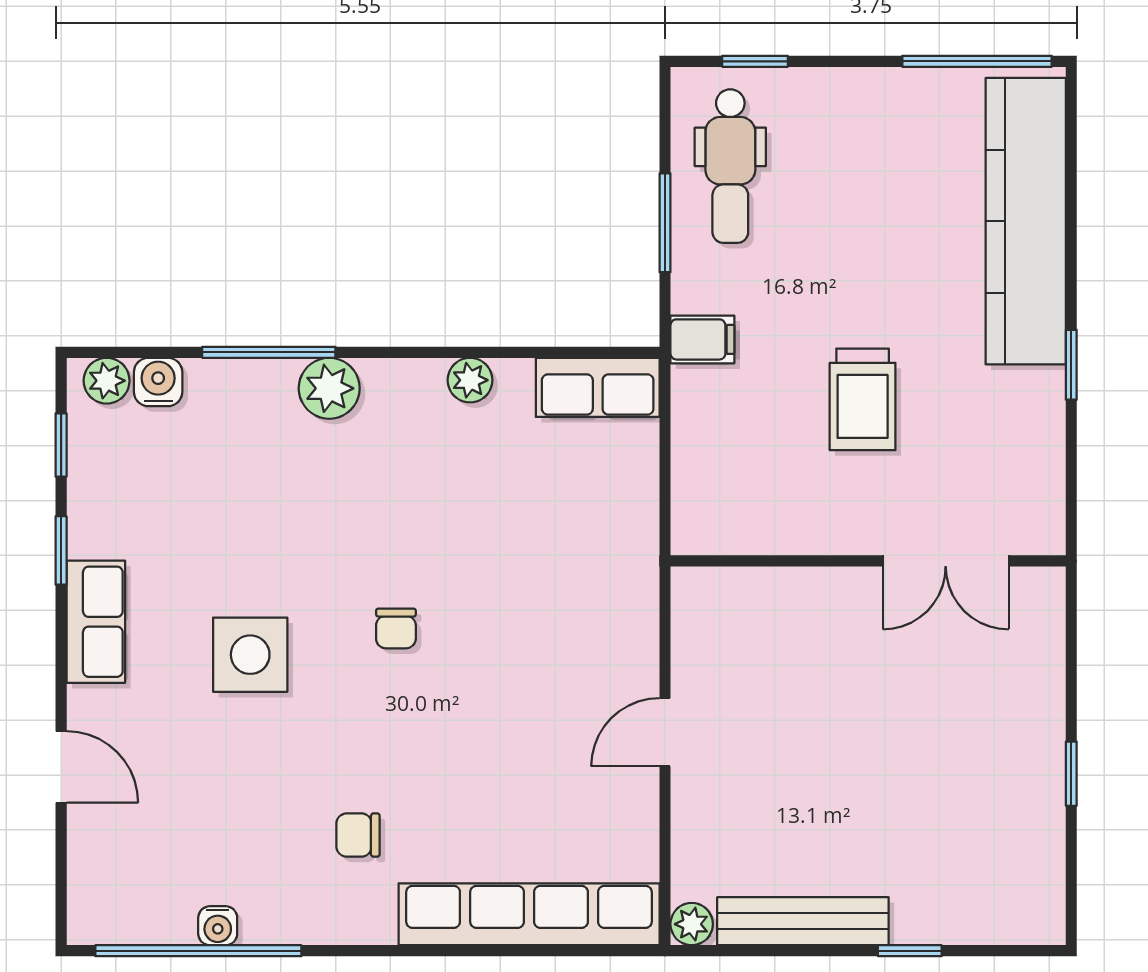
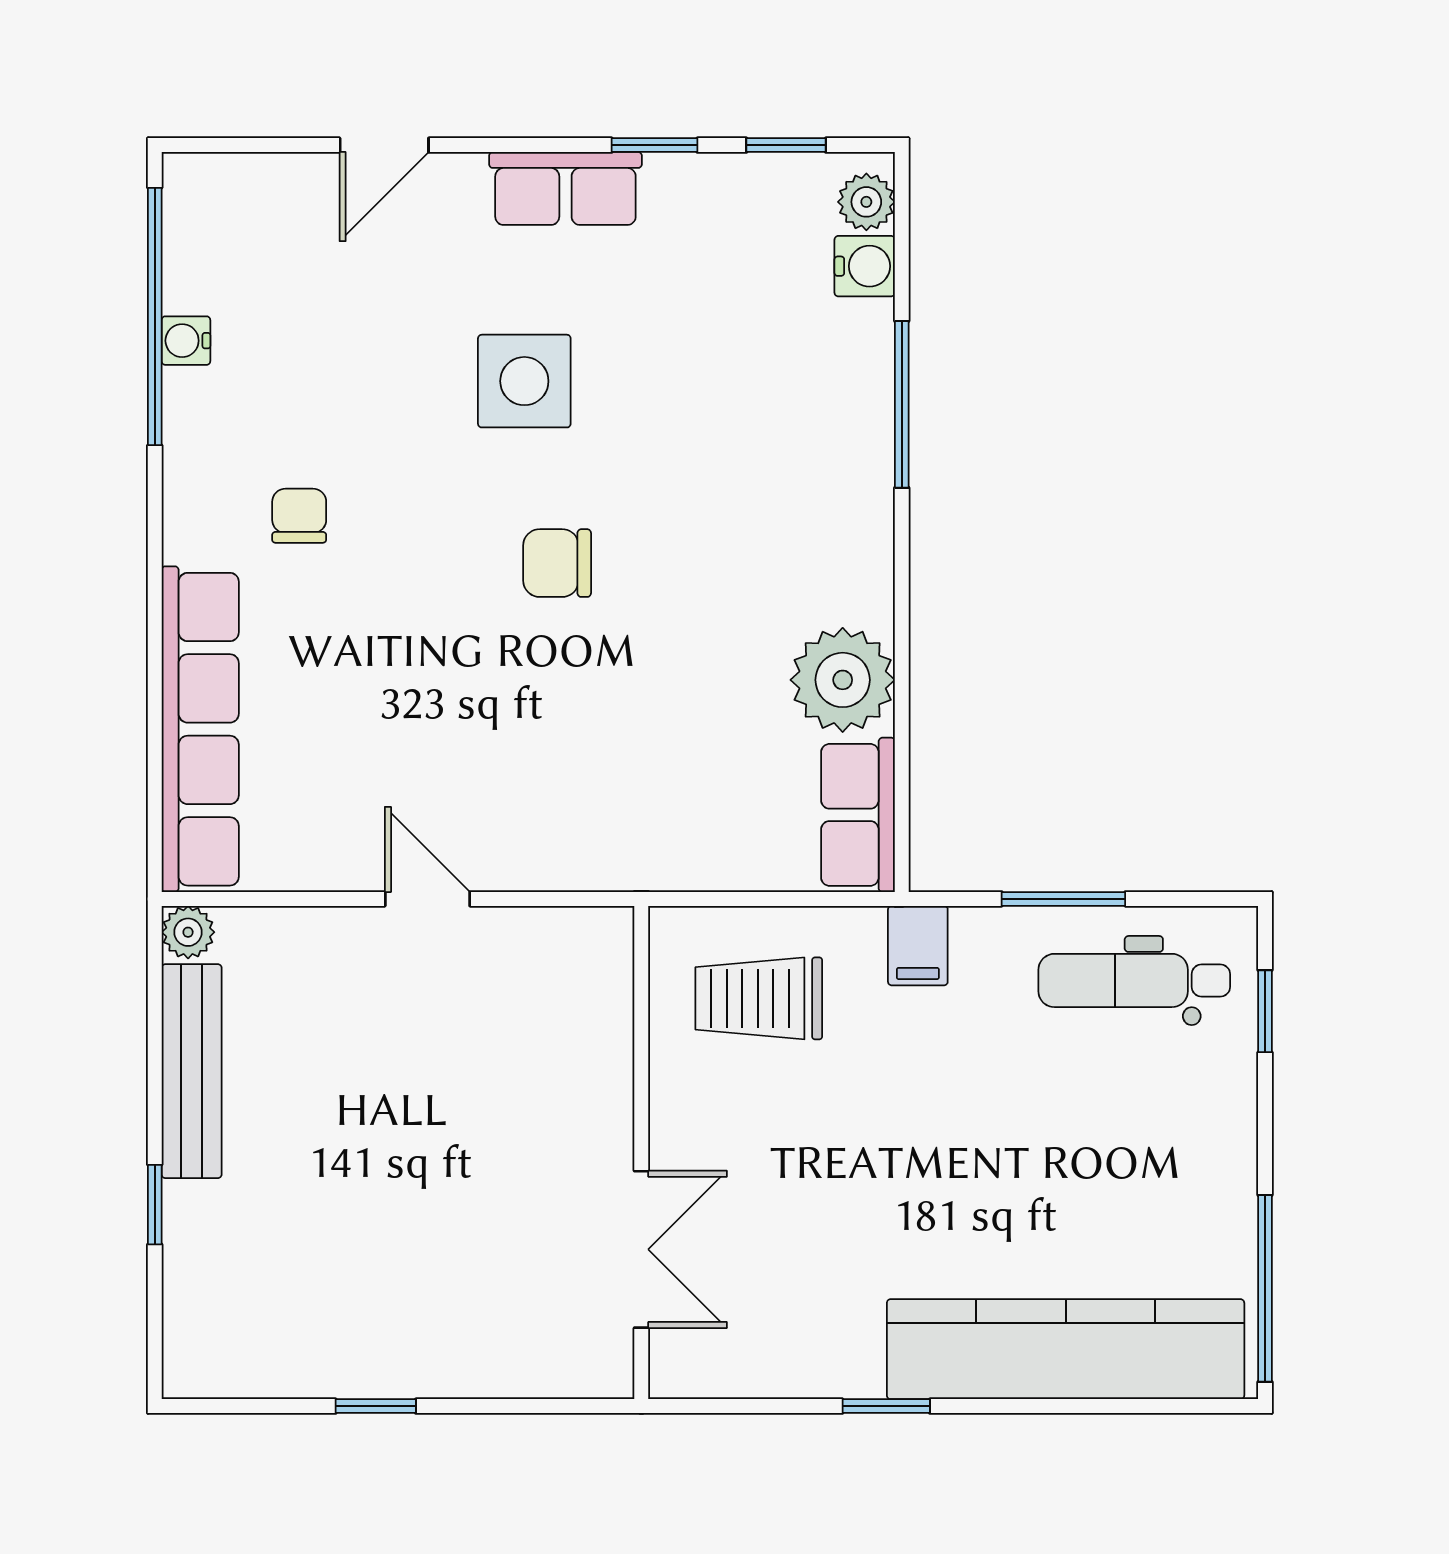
plant: (470, 380) -> (843, 680), width x1.87, depth x1.87
plant: (329, 388) -> (857, 480), removed
trolley: (863, 399) -> (759, 998), moved
double door: (946, 561) -> (641, 1249), swing flipped
chair: (396, 628) -> (557, 563), width x1.37, depth x1.37

